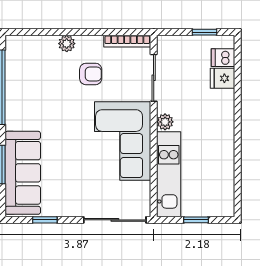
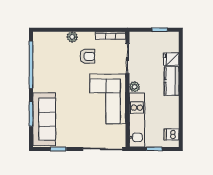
dishwasher: (223, 58) -> (171, 134), moved
kitchen counter: (223, 113) -> (172, 81), added

